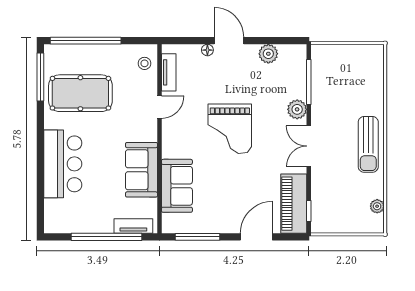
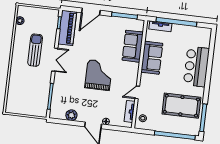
plant: (297, 109) -> (59, 81), removed
sun lounger: (368, 144) -> (35, 50), moved

